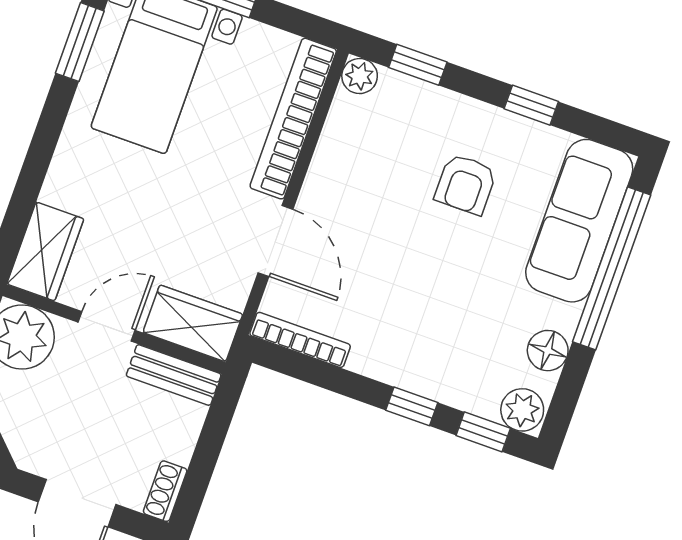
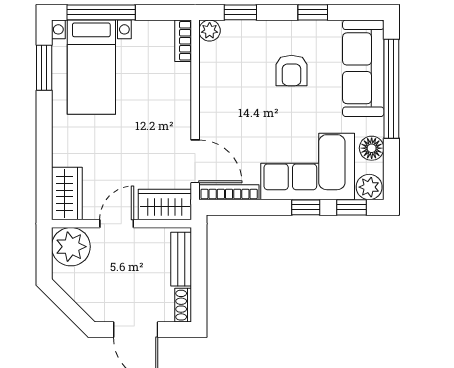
bookcase: (293, 119) -> (183, 41), width x0.43, depth x0.76
door: (275, 241) -> (195, 161), moved
corner sofa: (437, 344) -> (308, 167), added
bench: (174, 375) -> (181, 259), moved, turned 90

